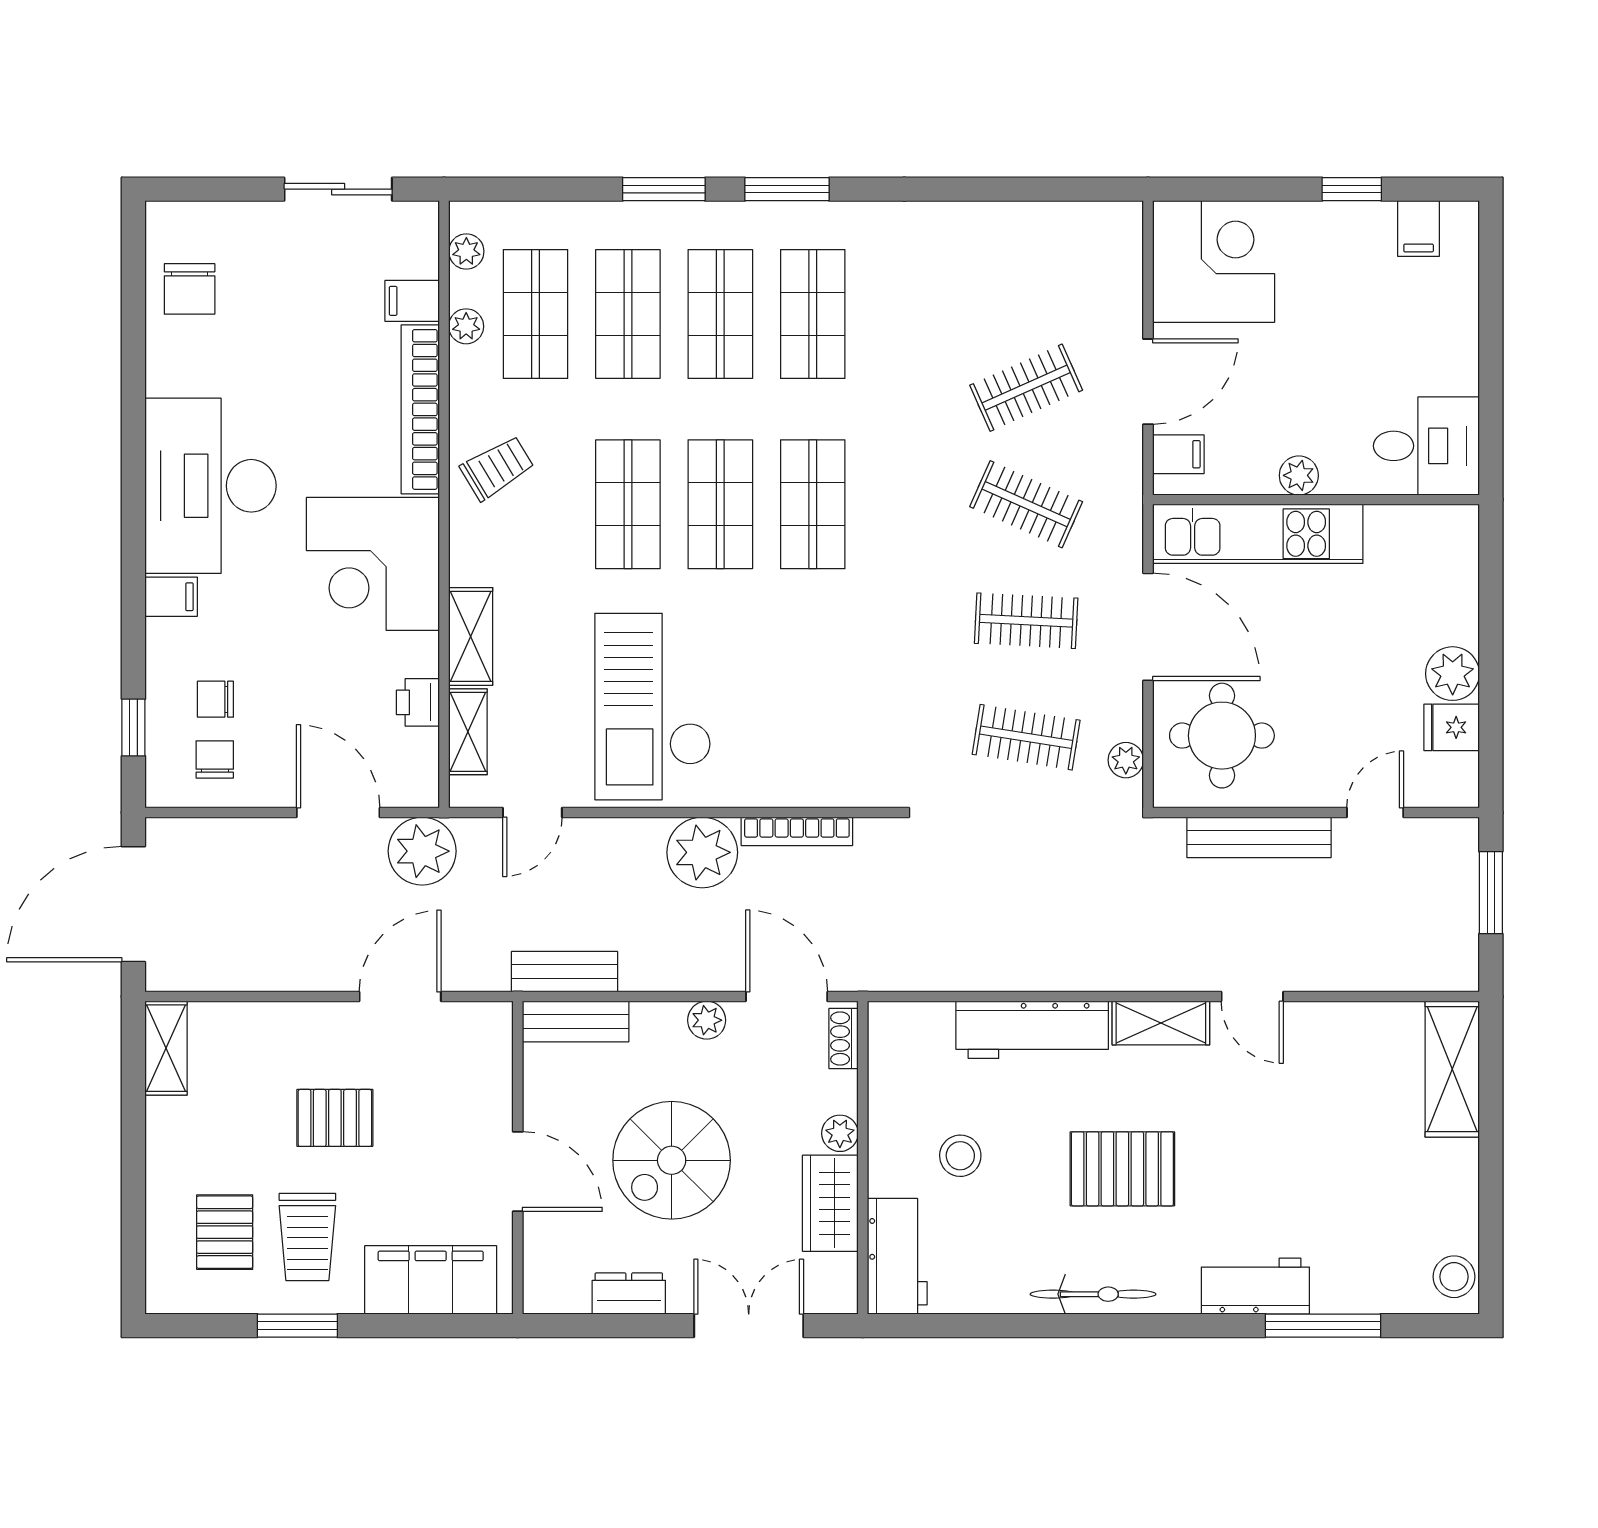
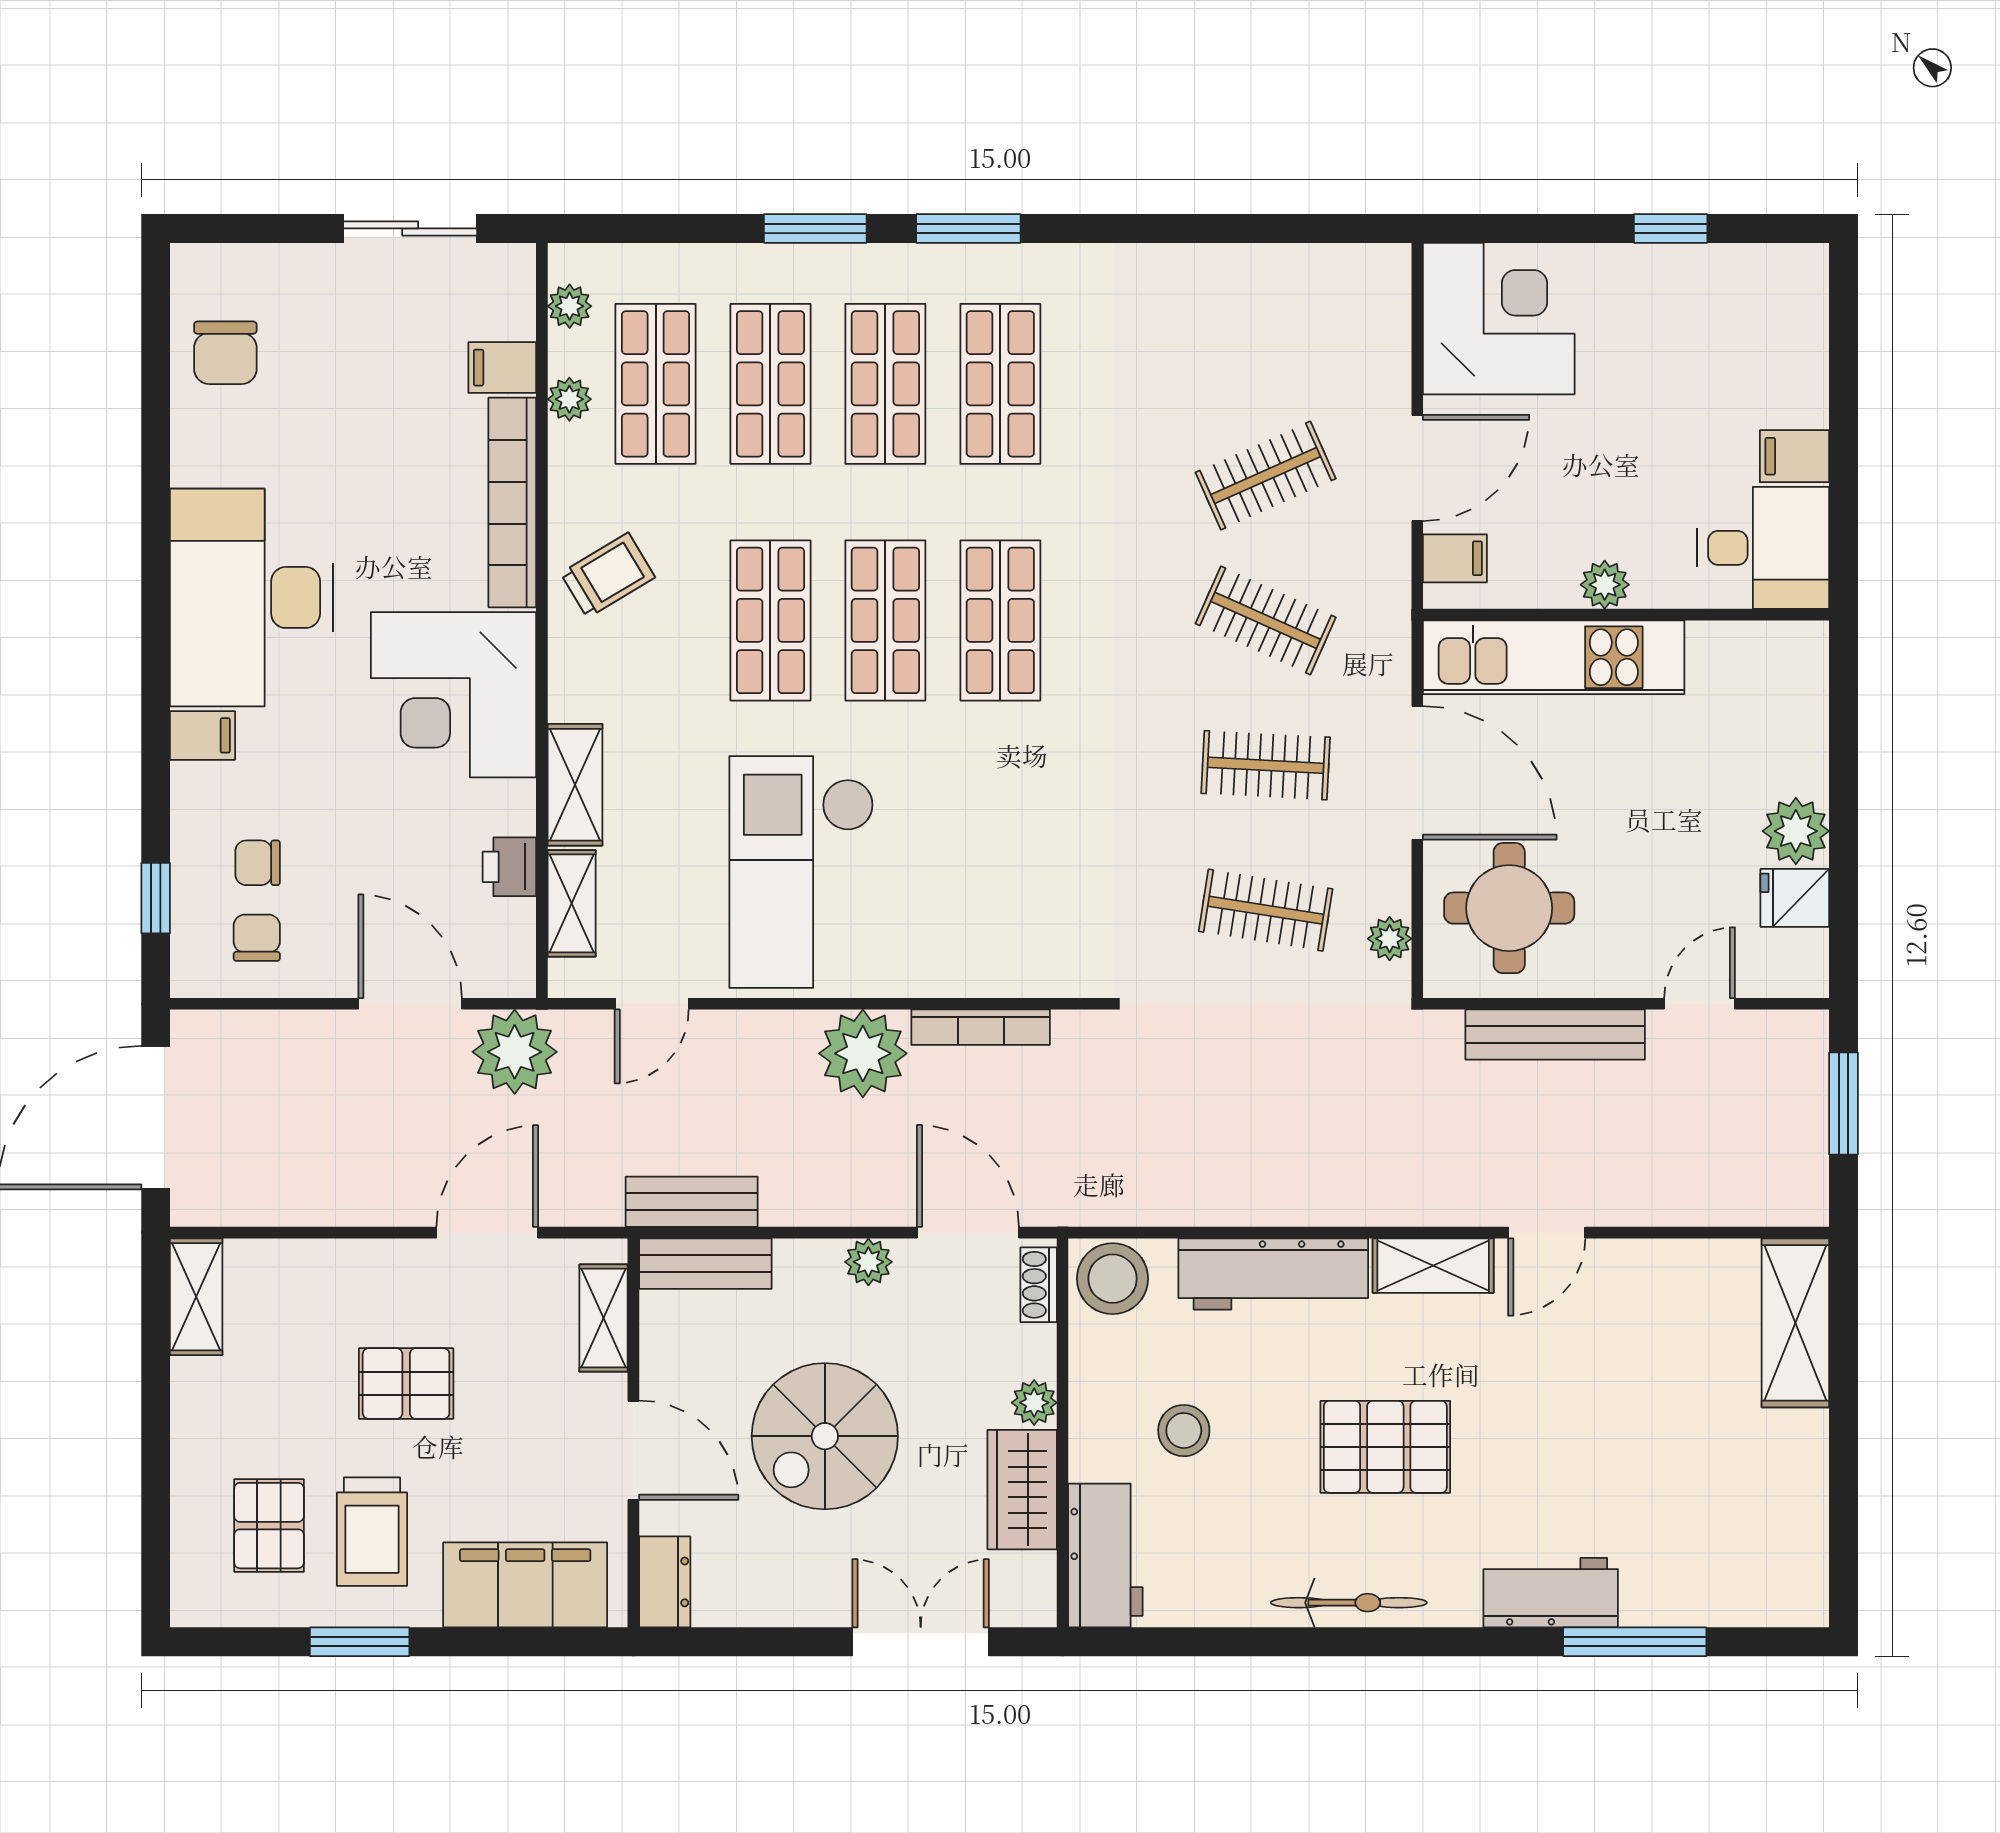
filing cabinet: (1419, 228) -> (1795, 456), moved, turned 90
door: (1252, 997) -> (1547, 1233), hinge flipped
shelving: (494, 1065) -> (604, 1318), added
stool: (1454, 1277) -> (1113, 1279), moved, width x1.38, depth x1.38
dresser: (629, 1293) -> (665, 1582), moved, turned 90

